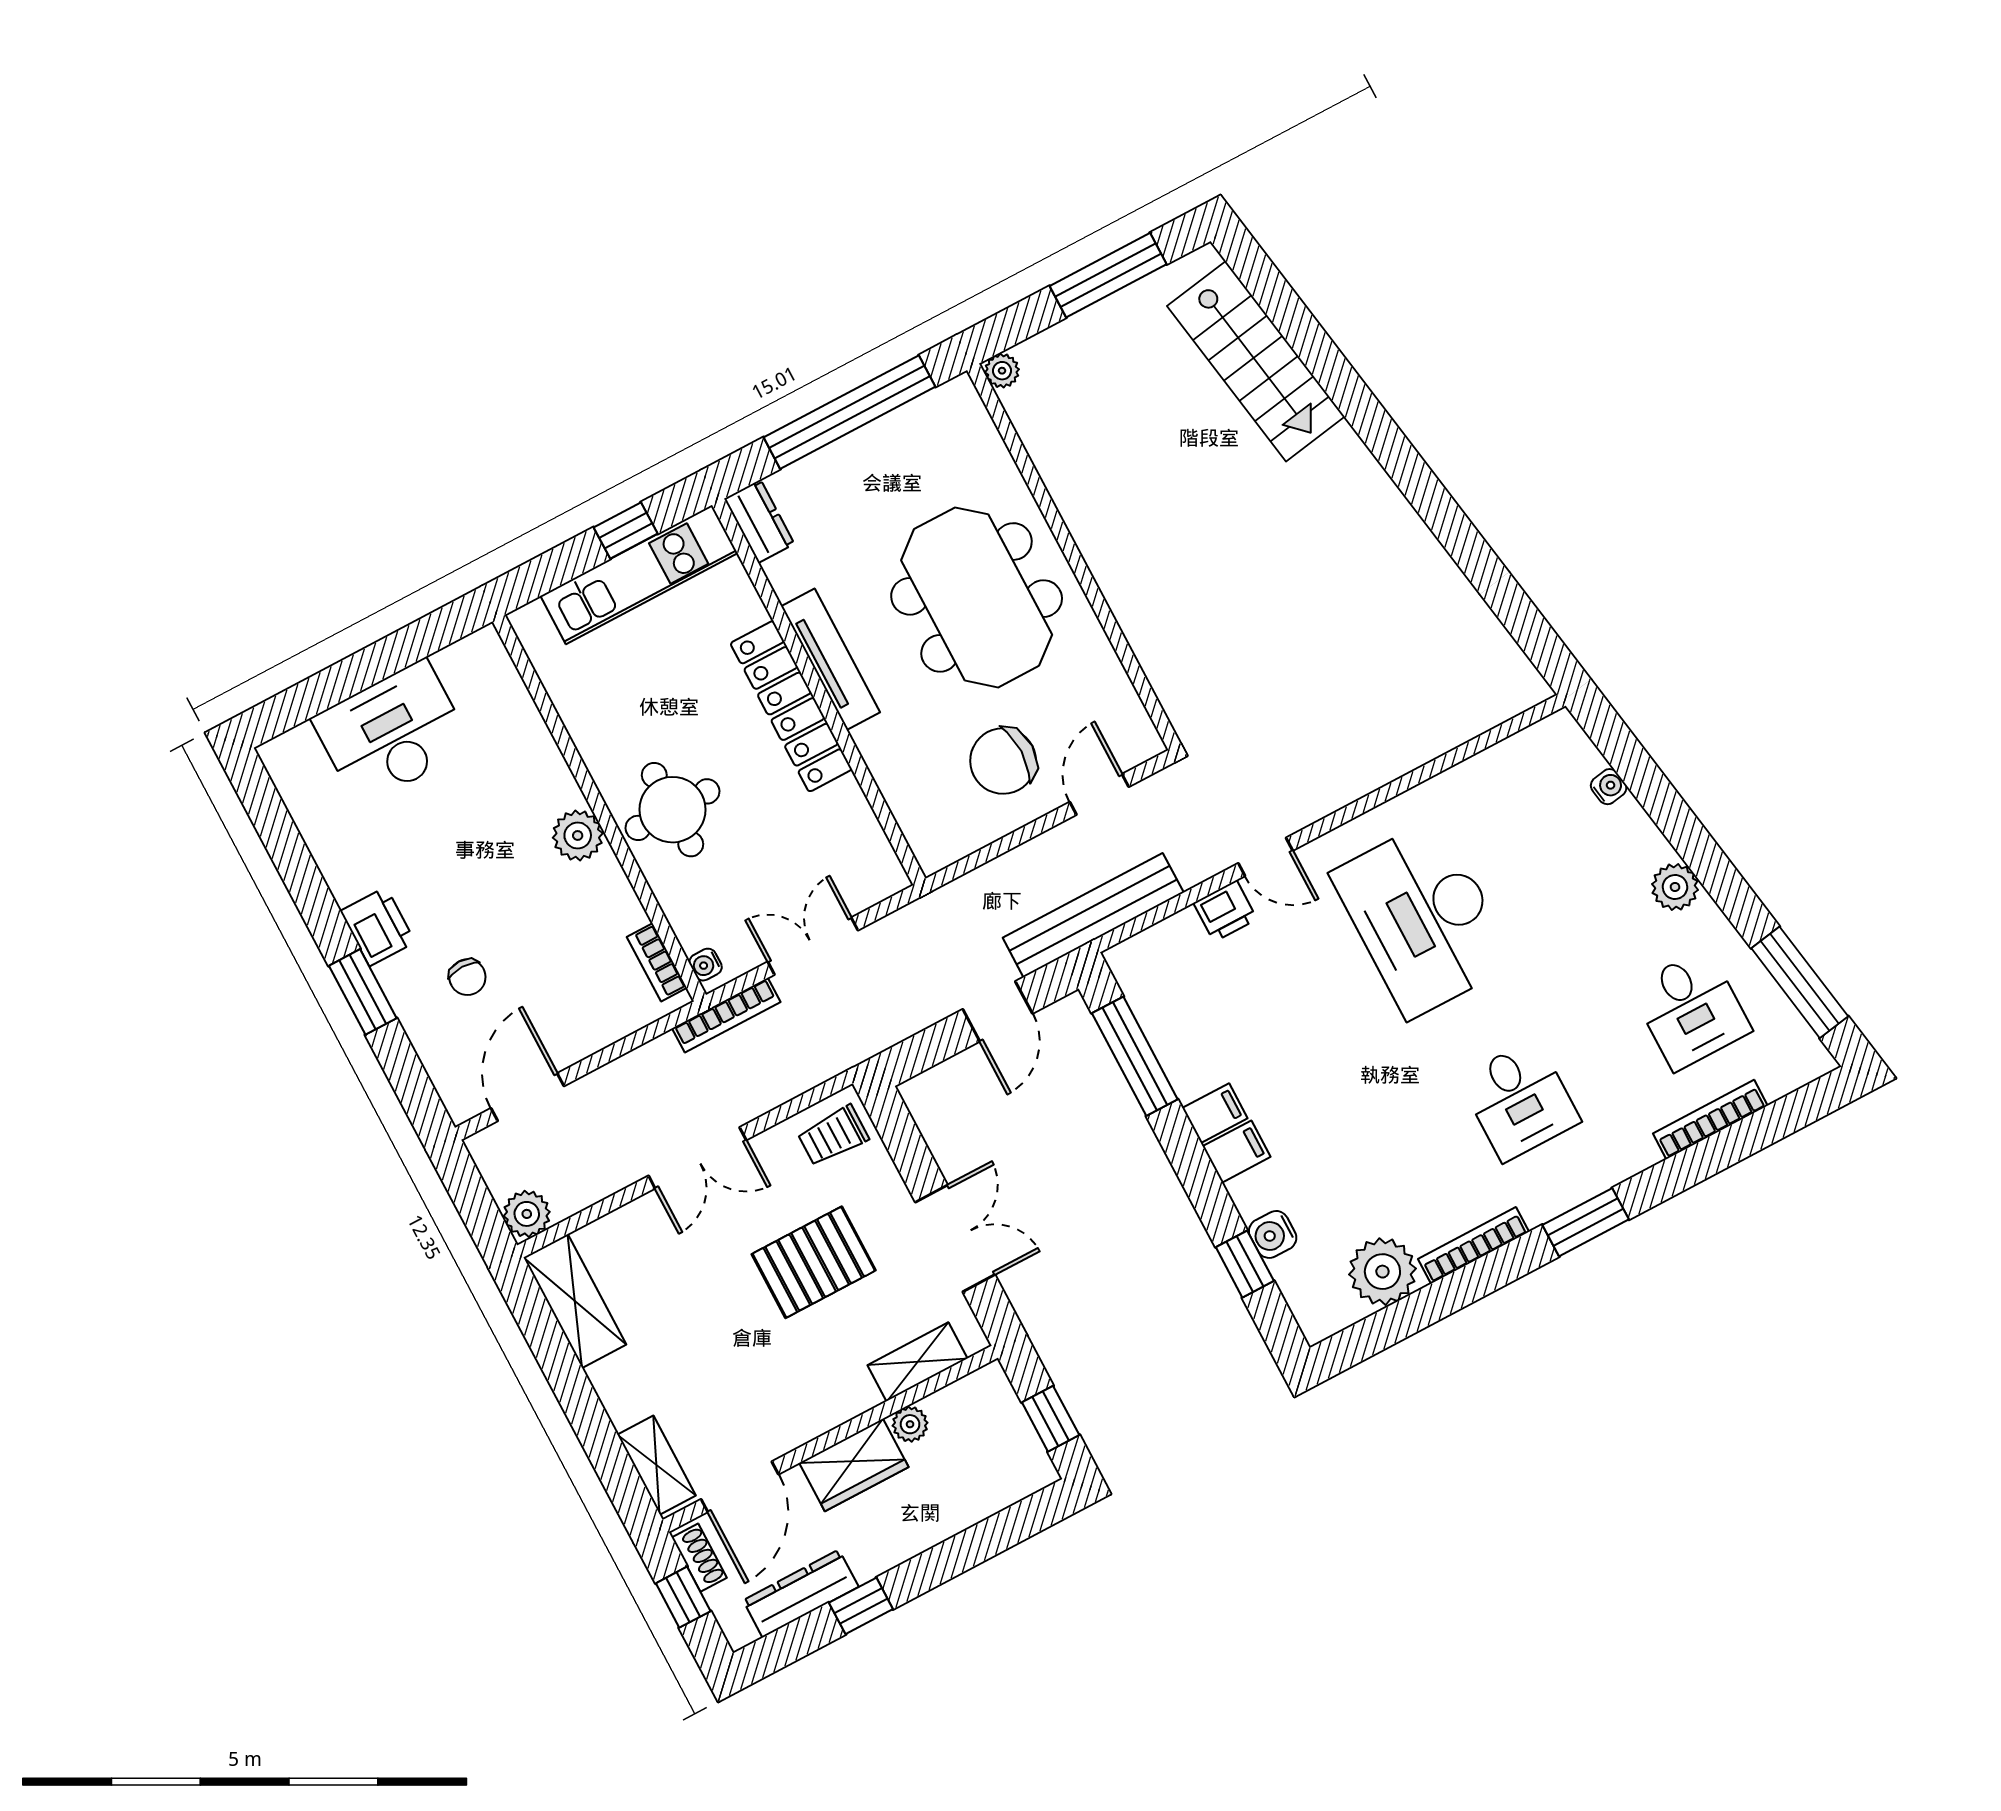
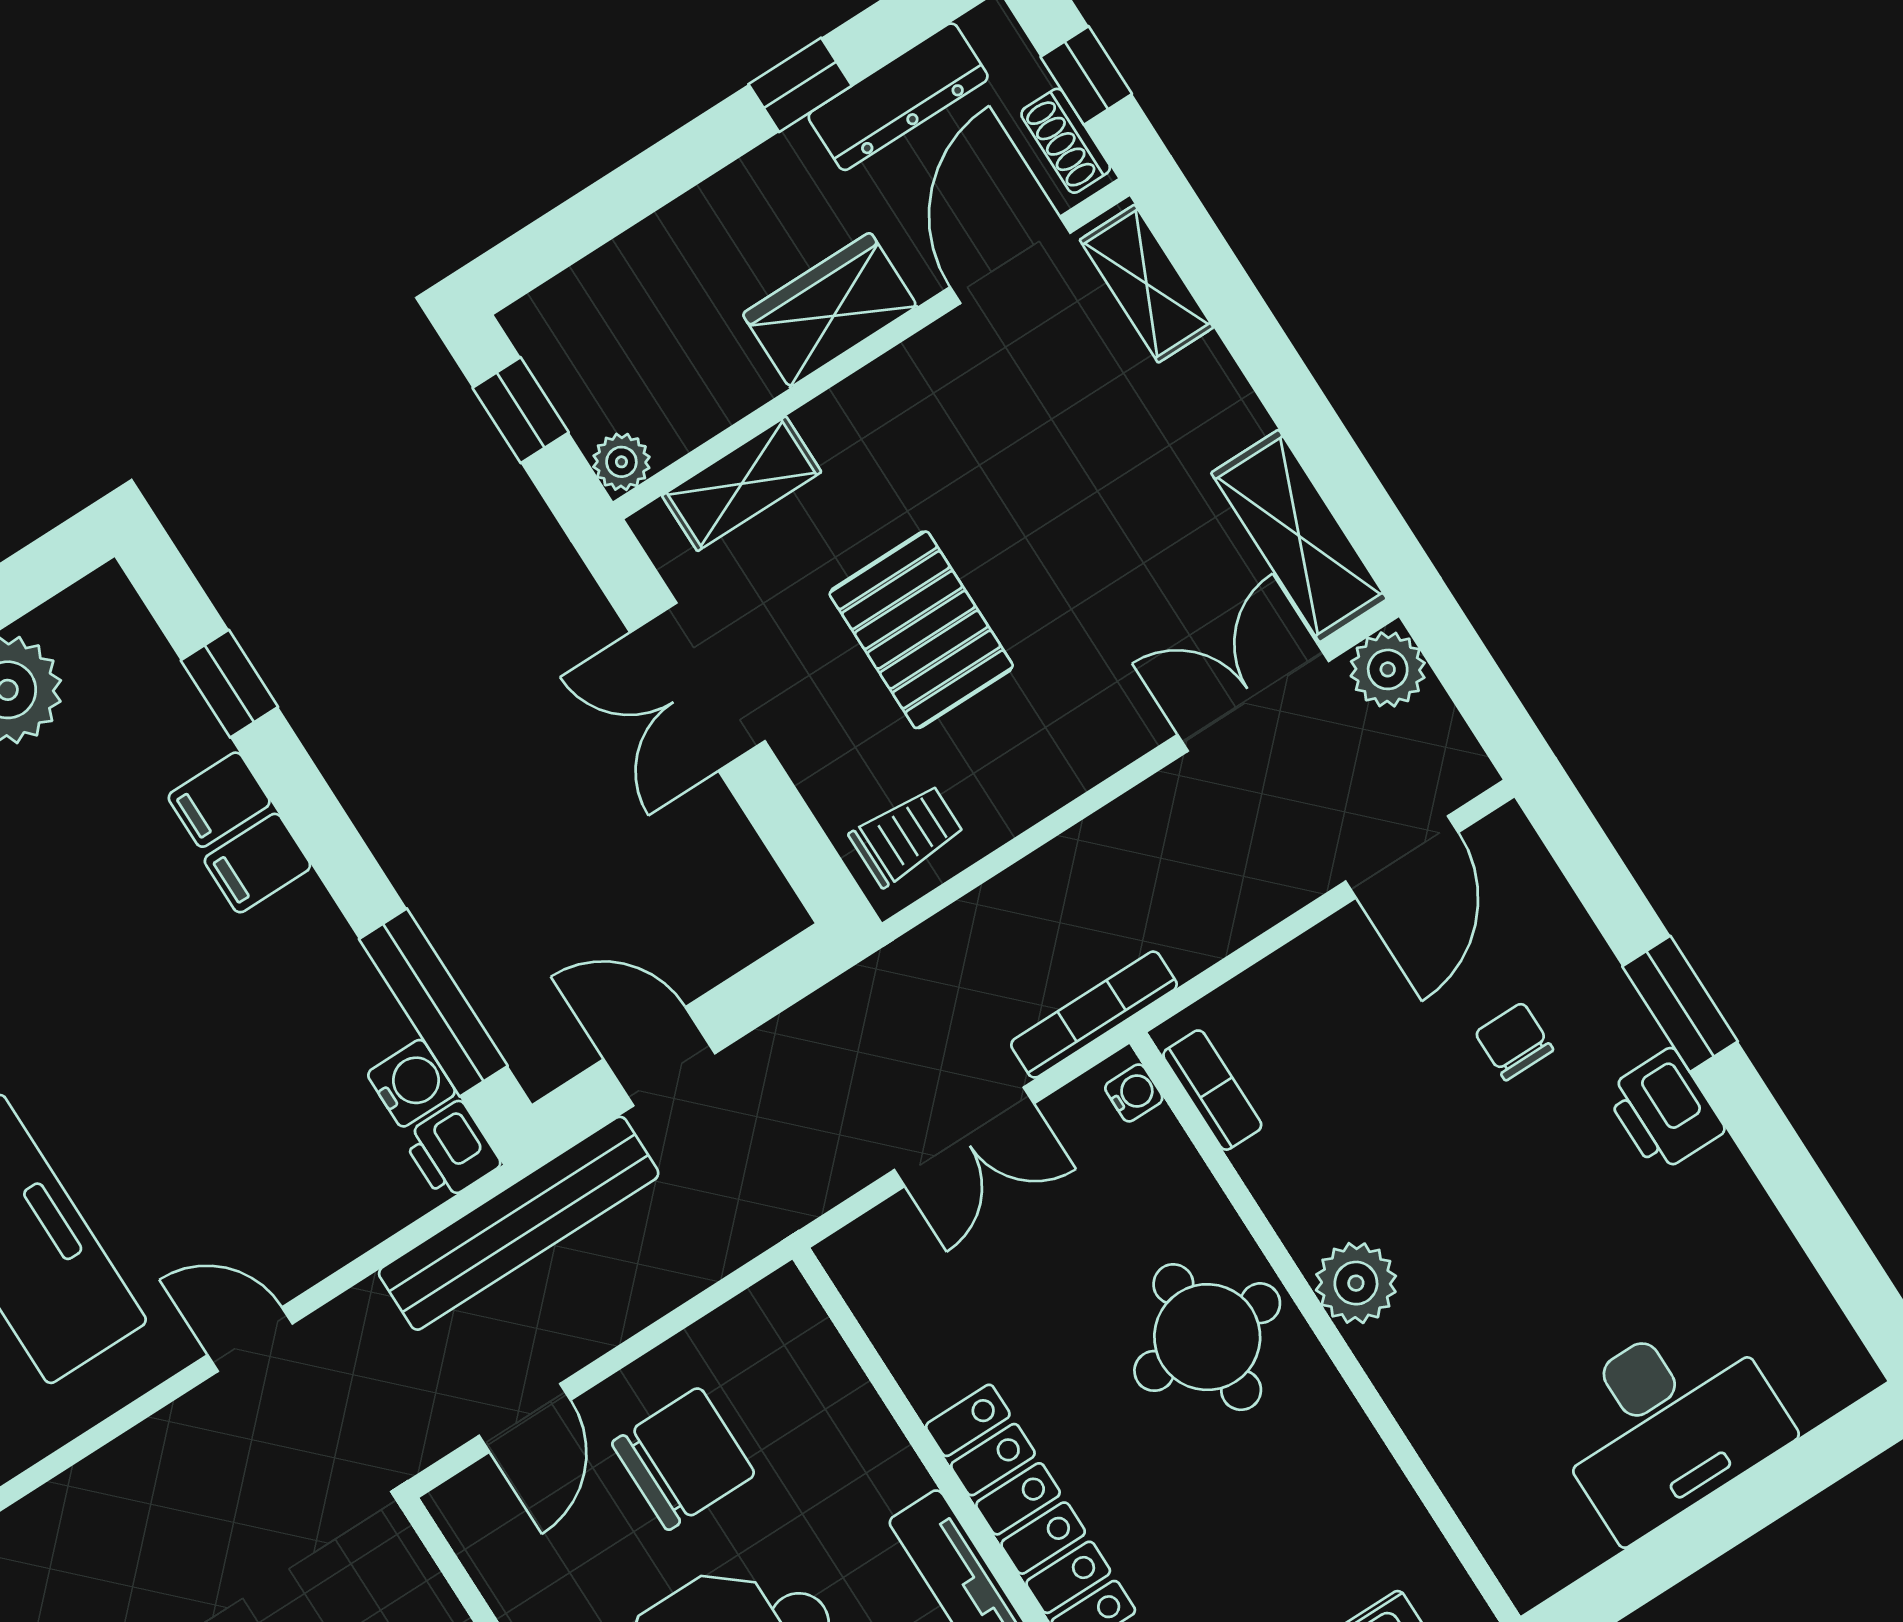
printer: (1225, 911) -> (452, 1151), moved, turned -90
door: (998, 1011) -> (659, 1056), hinge flipped
filing cabinet: (1215, 1113) -> (219, 800), moved
double door: (697, 1158) -> (1253, 698), moved
water cooler: (1273, 1234) -> (411, 1083), moved
pallet: (814, 1262) -> (921, 630), turned 90
plant: (910, 1424) -> (621, 462), moved

